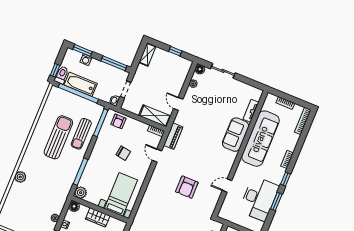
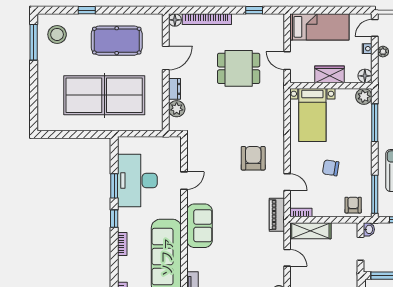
sofa: (236, 135) -> (200, 226), moved
armchair: (187, 187) -> (253, 158), moved

